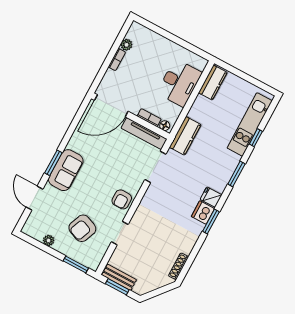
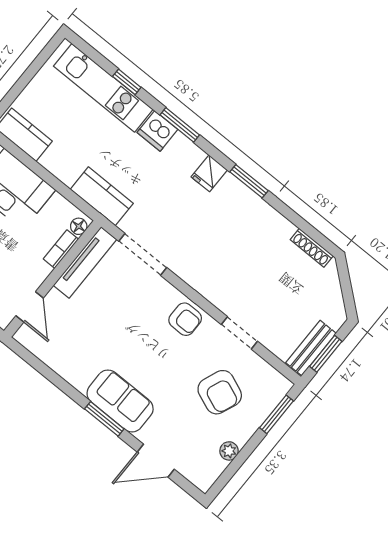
door: (111, 106) -> (30, 307), width x0.53
dishwasher: (203, 213) -> (157, 131), moved

